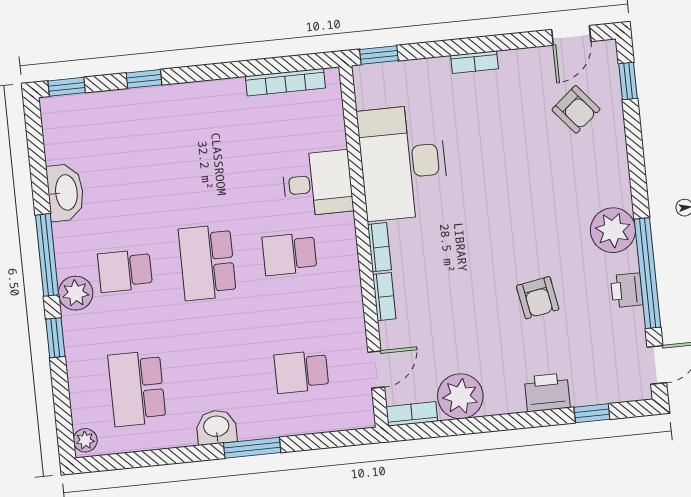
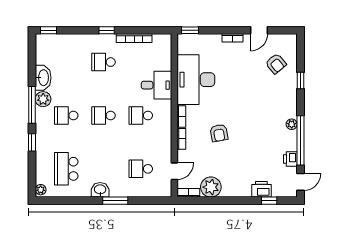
door: (571, 35) -> (259, 30), moved
window: (144, 79) -> (107, 30), moved
window: (628, 81) -> (300, 80), moved
bookcase: (285, 82) -> (134, 38), moved
school desk: (195, 145) -> (103, 62), added
plant: (613, 230) -> (292, 124), width x0.53, depth x0.53
school desk: (207, 262) -> (103, 115), width x0.54
printer: (627, 290) -> (290, 159), moved
plant: (76, 293) -> (43, 99), moved
armchair: (538, 298) -> (219, 133), moved
printer: (547, 392) -> (261, 189), moved

